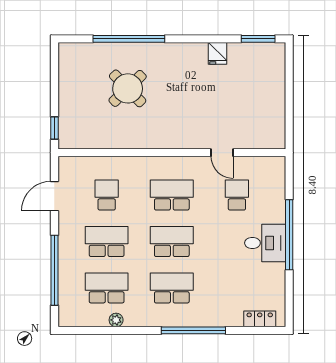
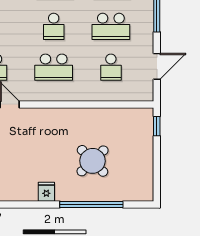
fridge: (217, 53) -> (46, 192), moved
school desk: (172, 242) -> (54, 26), width x0.54

